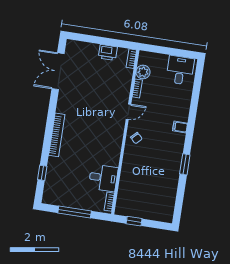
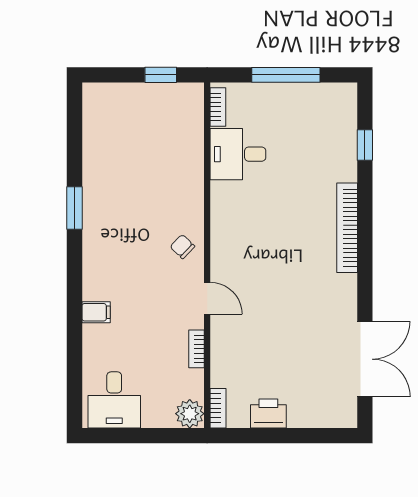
plant: (143, 72) -> (190, 414), moved
door: (128, 112) -> (207, 298), swing flipped
filing cabinet: (180, 127) -> (96, 312), moved

